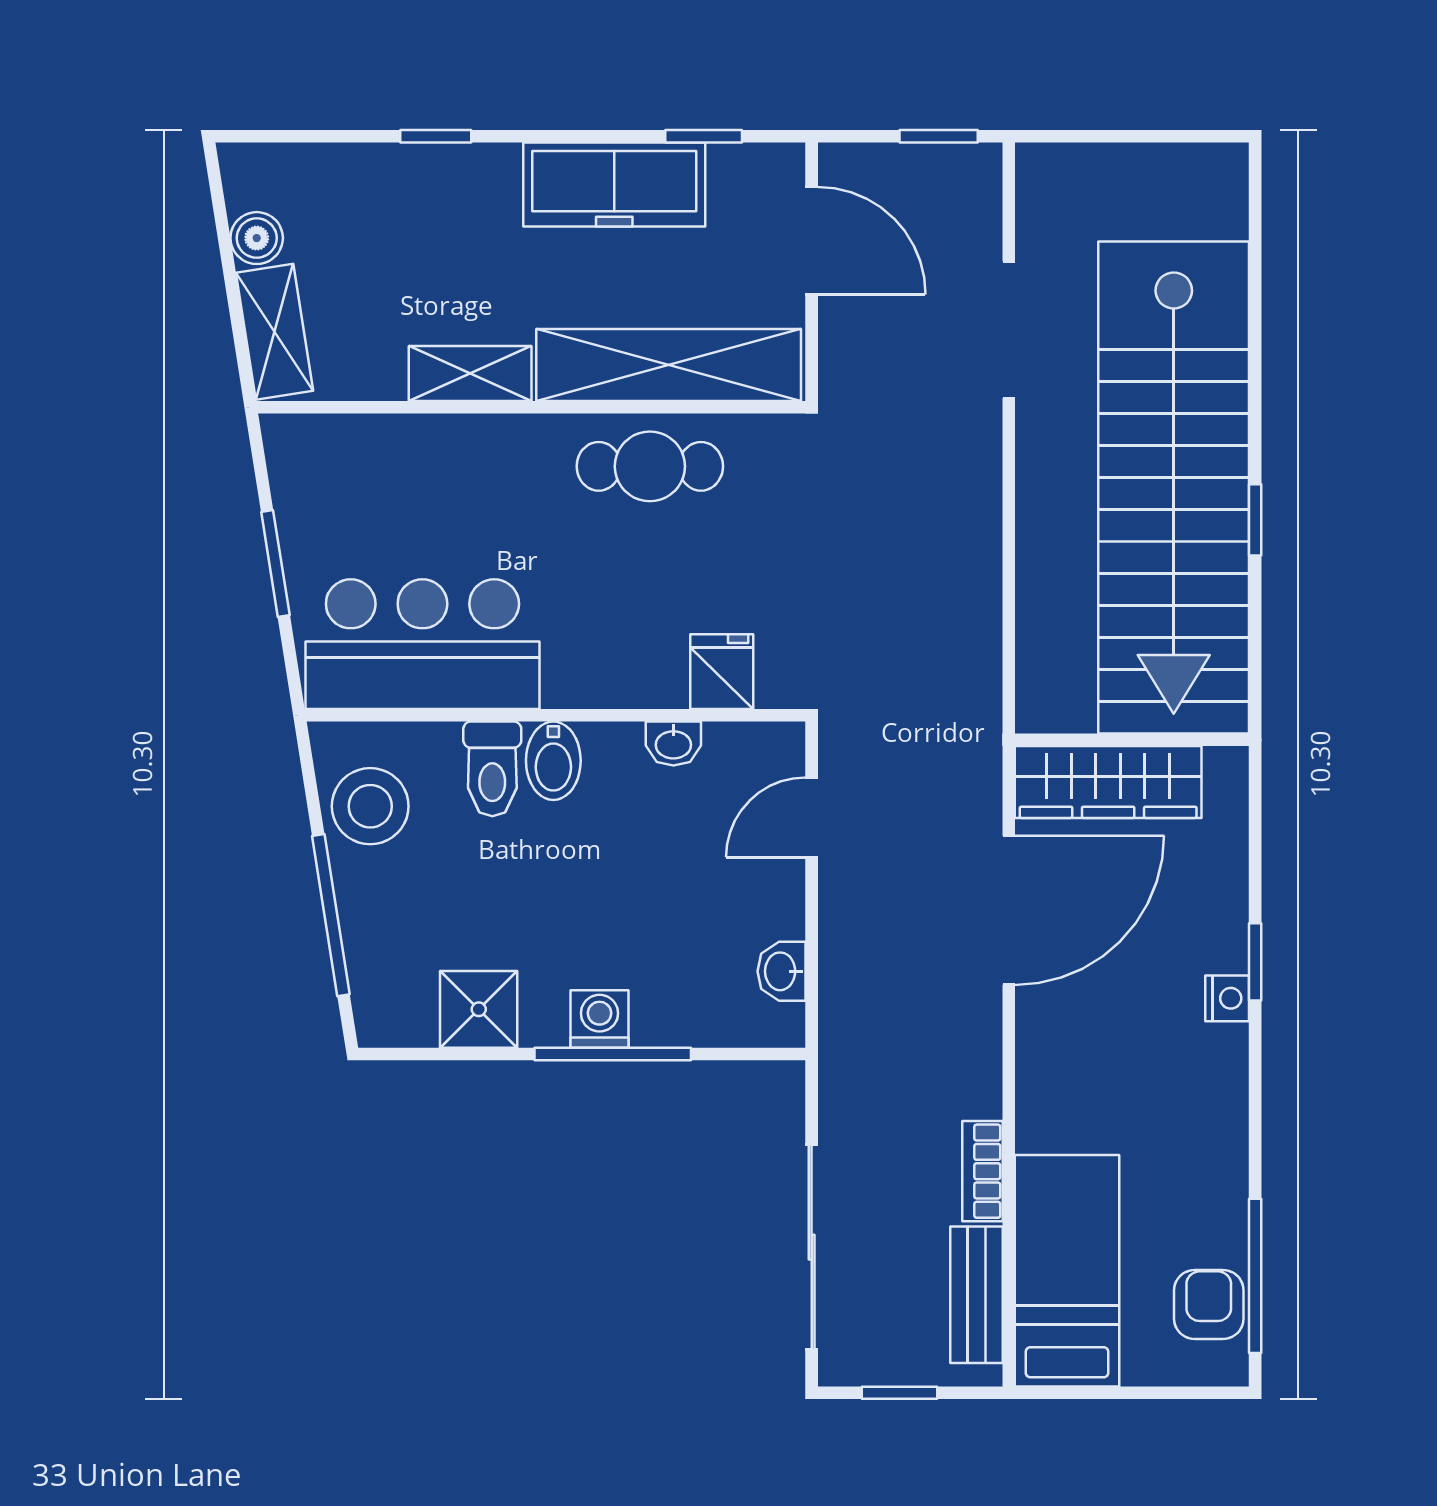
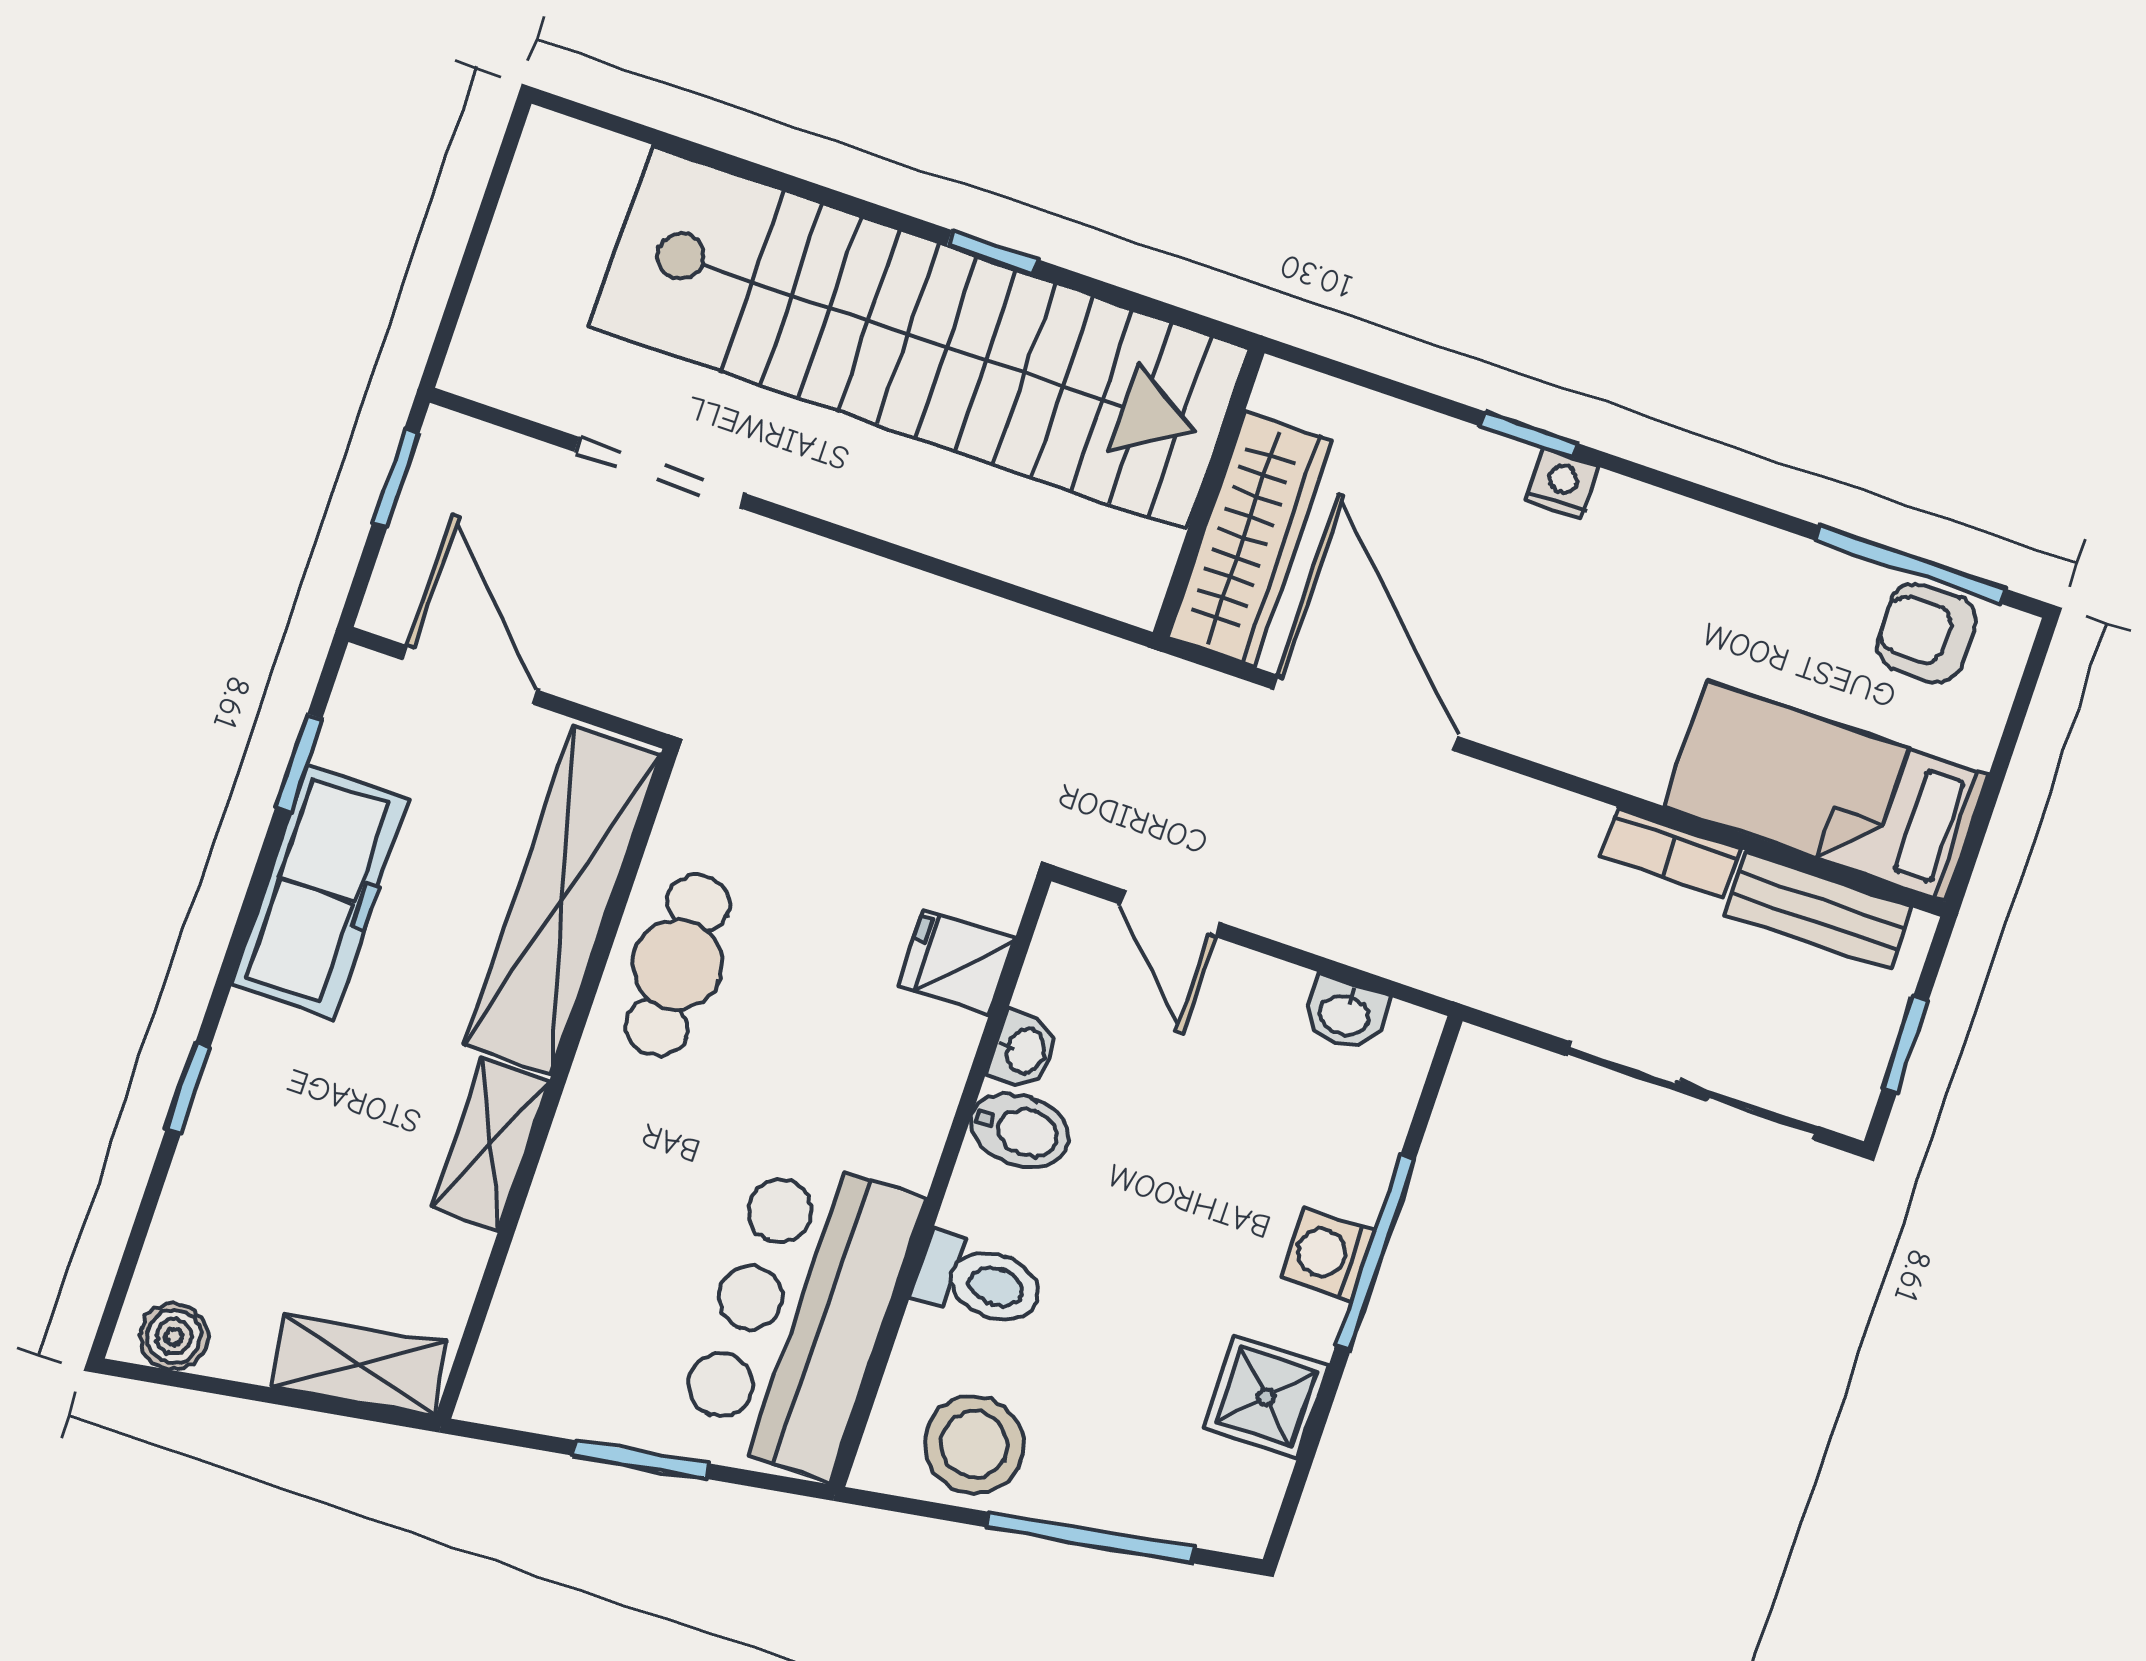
boiler: (257, 238) -> (174, 1337), moved
door: (812, 241) -> (470, 675), hinge flipped
bidet: (553, 761) -> (1020, 1130), moved

